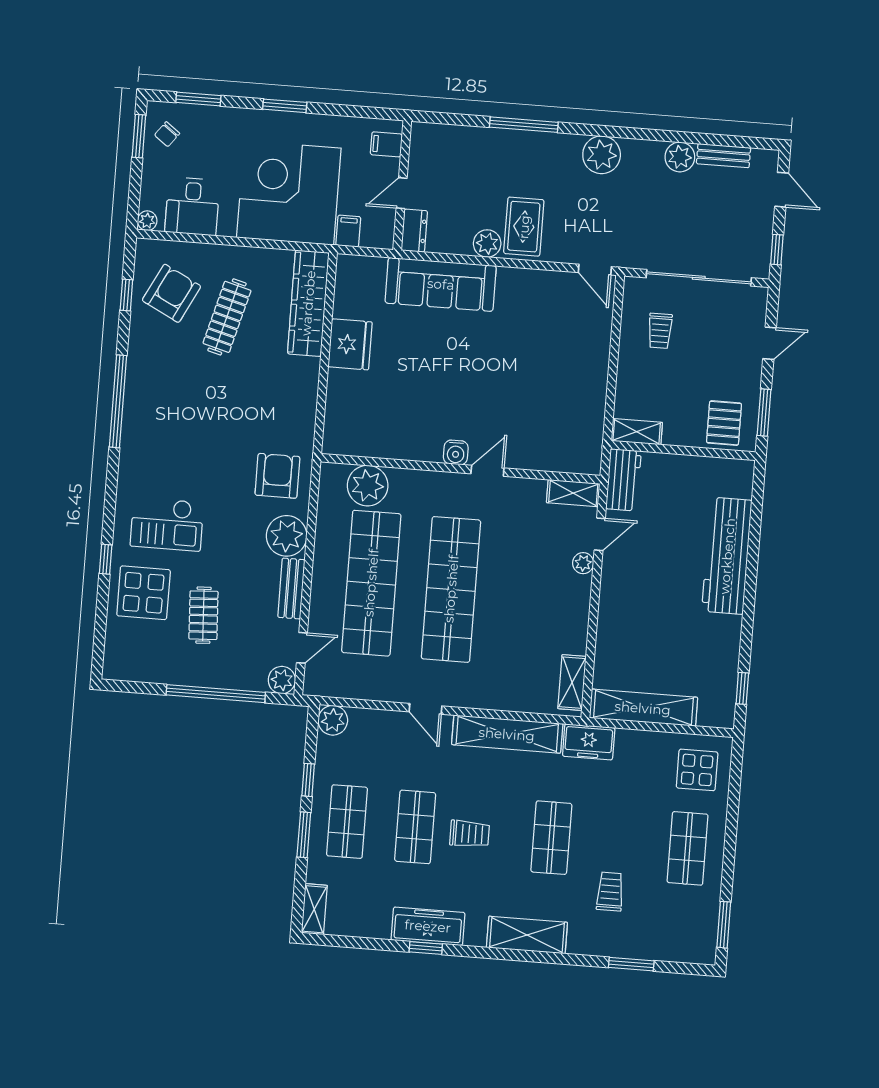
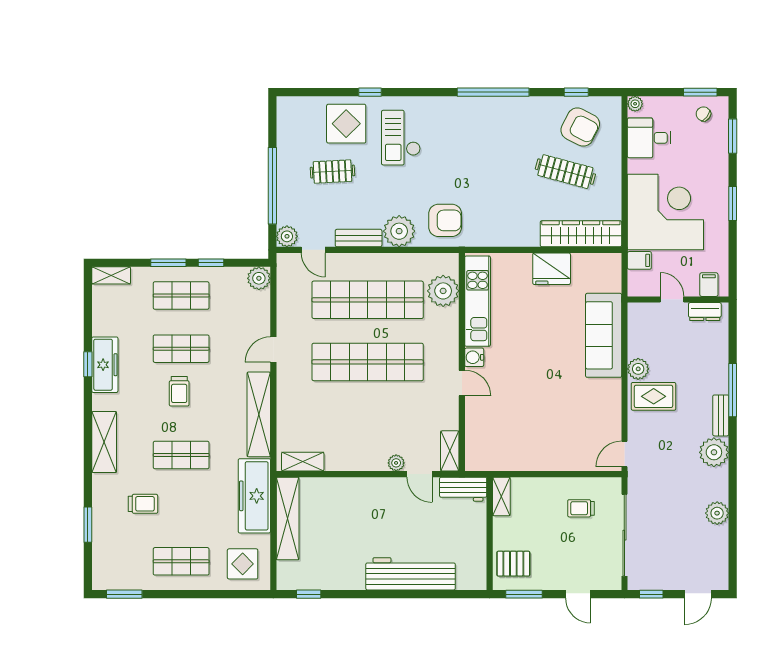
bench: (723, 156) -> (721, 415), moved
dresser: (414, 231) -> (705, 312), moved
kitchen unit: (384, 442) -> (478, 301), added
freezer: (589, 742) -> (254, 496), width x1.91, depth x1.26

